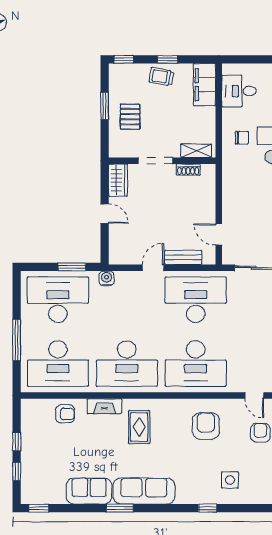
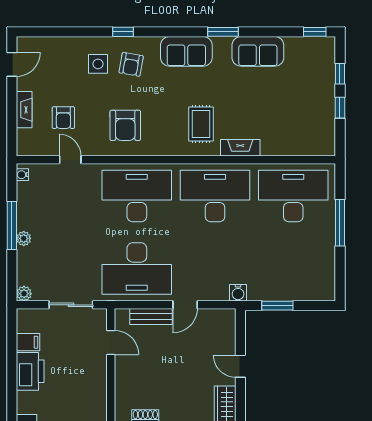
desk: (58, 300) -> (293, 269), removed
armchair: (65, 414) -> (131, 64), moved, turned -80
sofa: (144, 491) -> (186, 51), width x0.73

